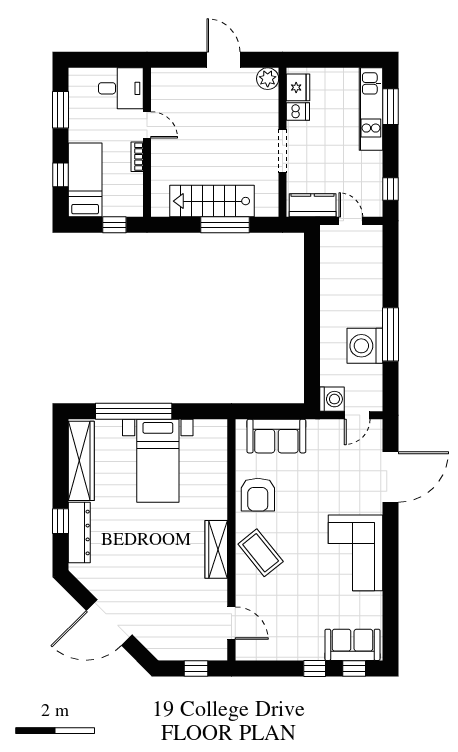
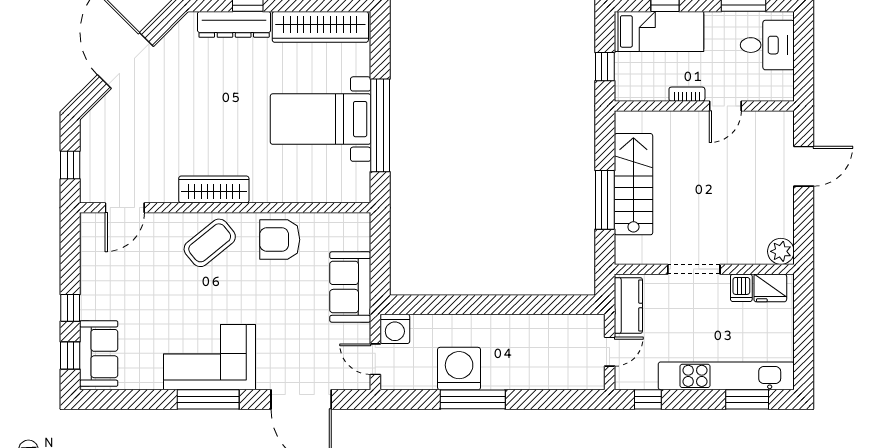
door: (223, 60) -> (804, 166), moved
desk: (121, 88) -> (767, 45), moved, turned -90
kitchen unit: (371, 109) -> (726, 376), width x1.36
window: (134, 411) -> (380, 125), moved
sofa: (276, 436) -> (350, 287), moved
window: (390, 554) -> (208, 399), added

